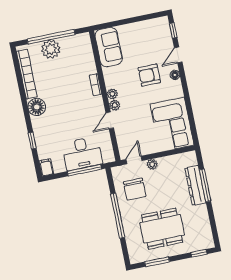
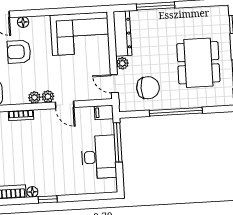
armchair: (149, 75) -> (19, 52), turned 90
floor lamp: (37, 107) -> (32, 192), width x0.53, depth x0.53
window: (32, 141) -> (48, 199), moved
desk: (82, 153) -> (99, 157), moved
filing cabinet: (46, 167) -> (104, 112), moved
dresser: (195, 185) -> (123, 33), moved, turned -90

